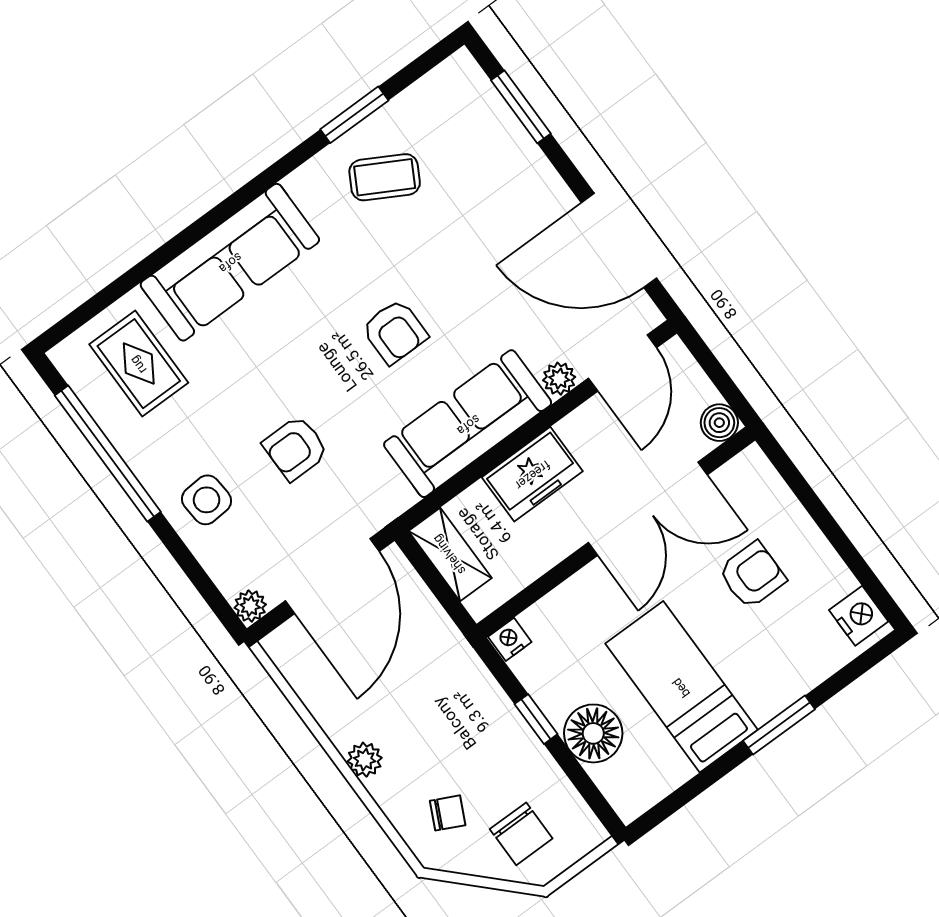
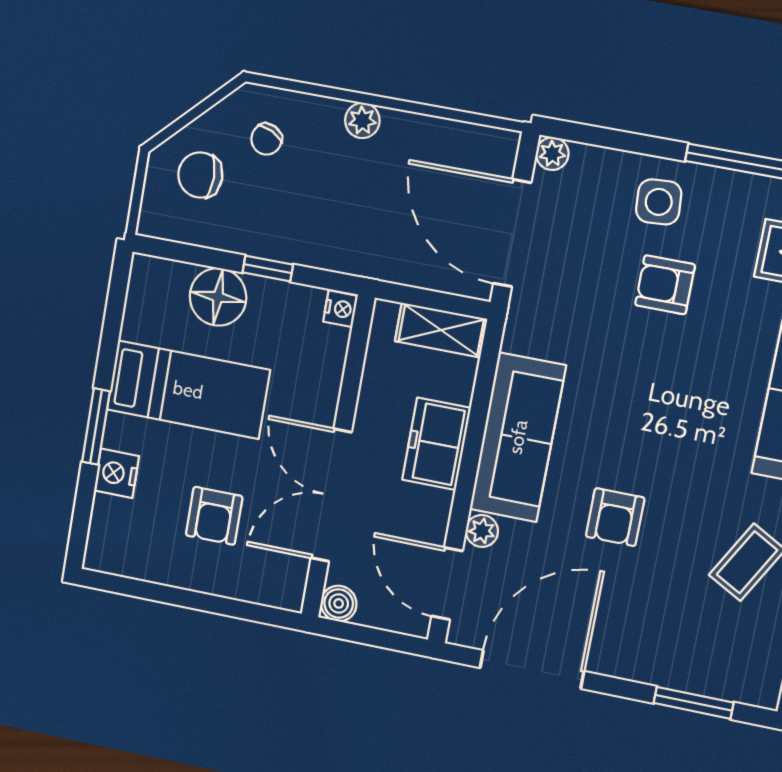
armchair: (395, 332) -> (615, 517), moved, turned -90
armchair: (295, 448) -> (665, 285), moved, turned -90
nightstand: (859, 616) -> (117, 473), moved, turned 90

